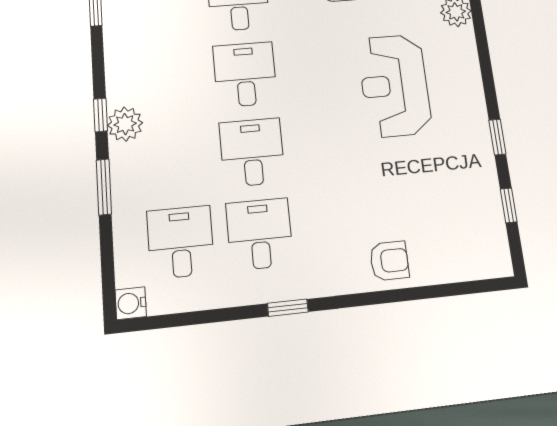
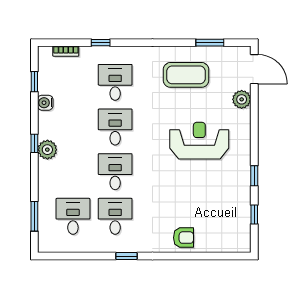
reception desk: (395, 85) -> (199, 141), turned 90
window: (104, 187) -> (34, 216), moved
water cooler: (131, 303) -> (45, 103), moved

